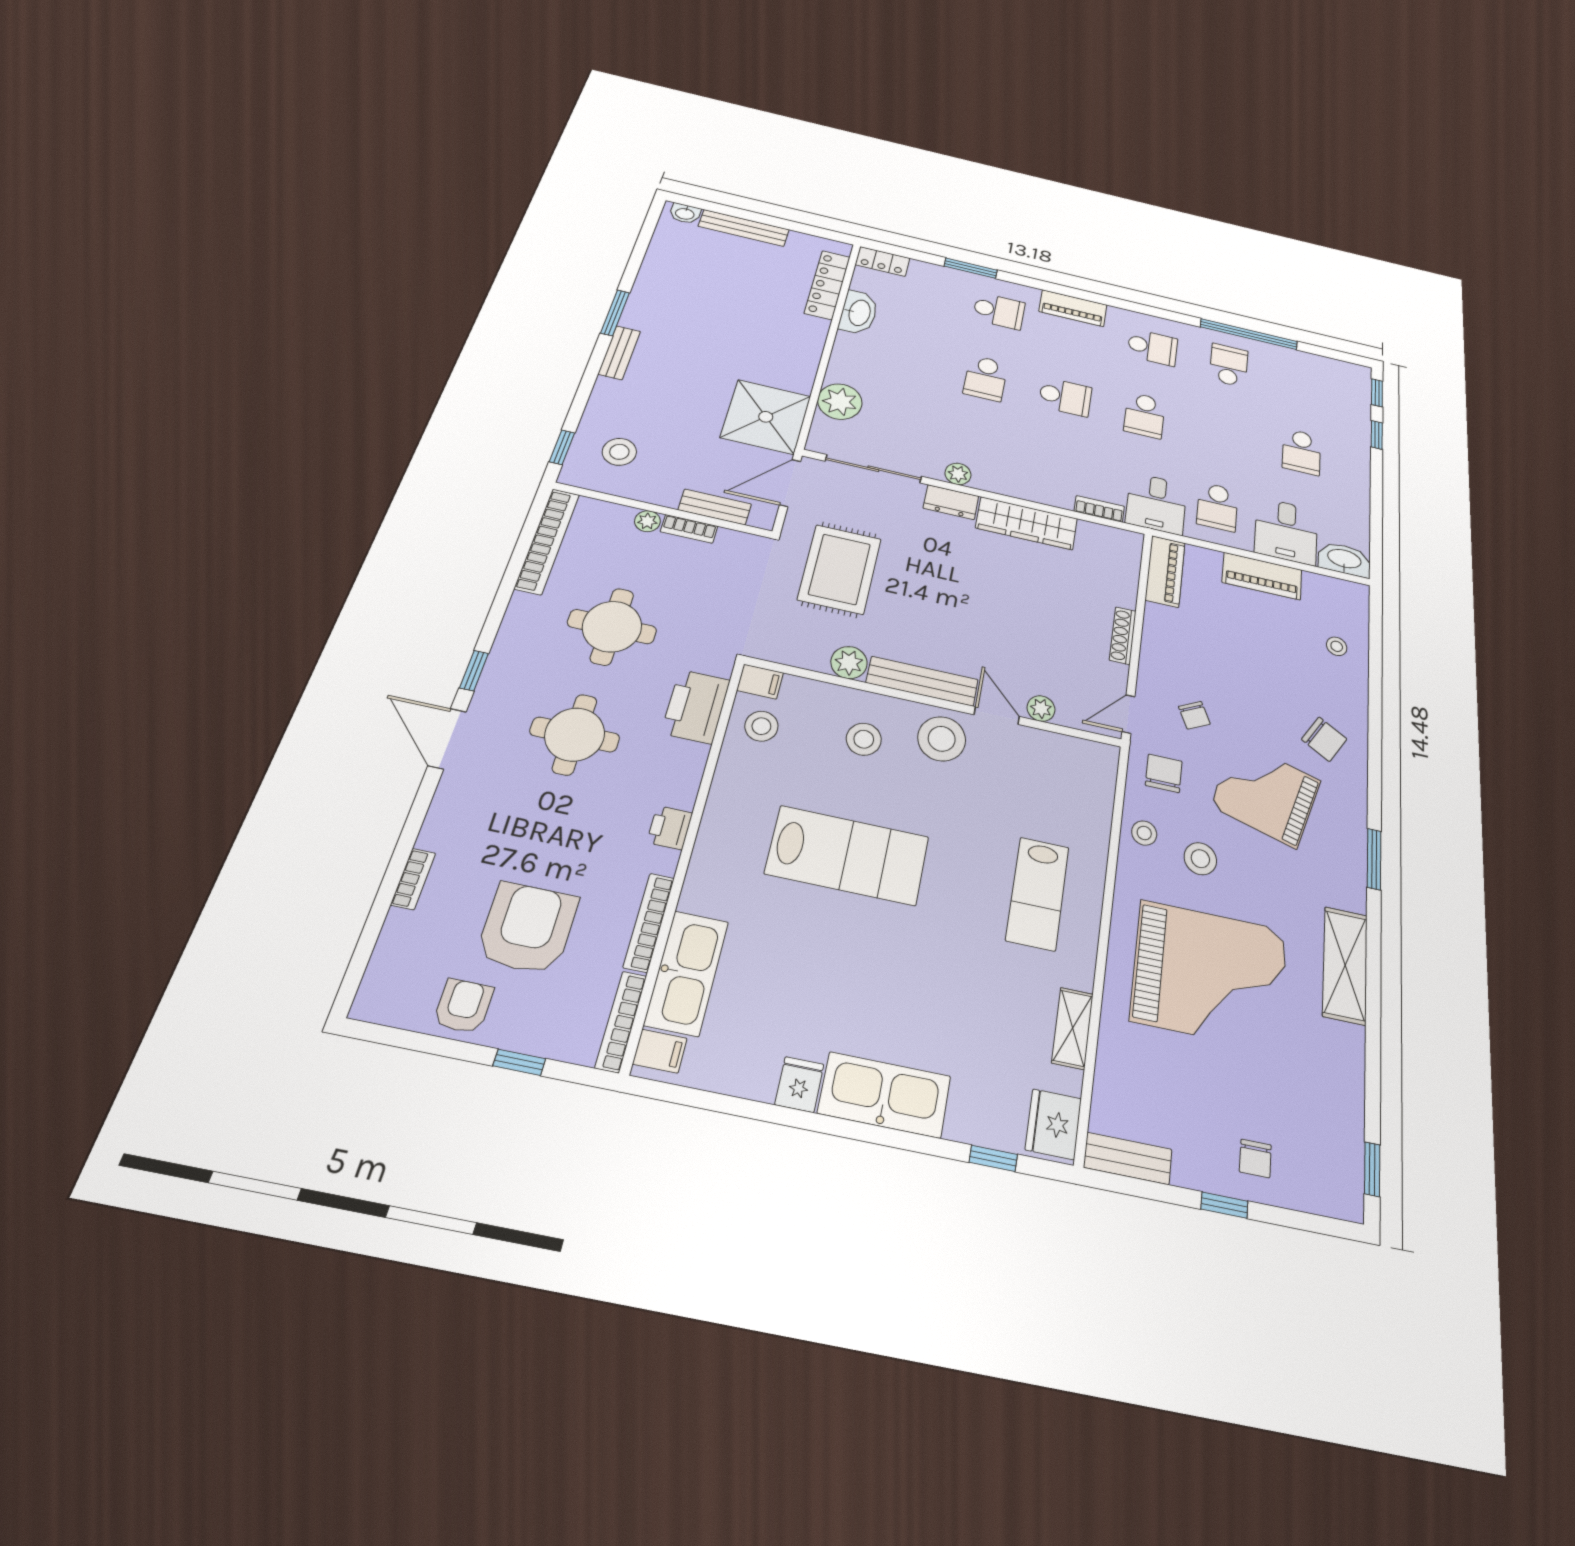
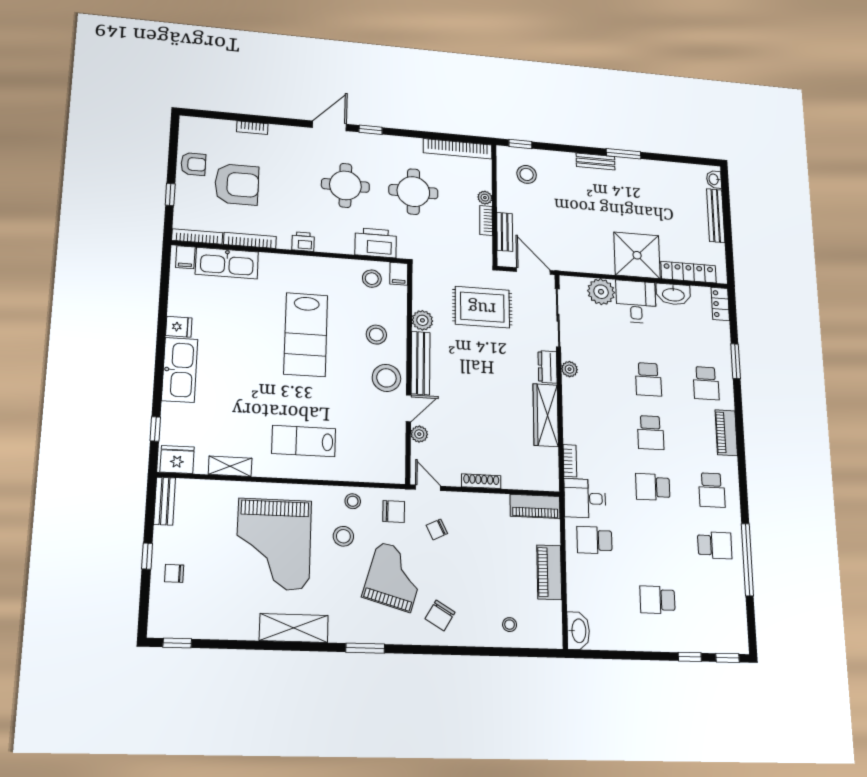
school desk: (986, 378) -> (648, 379), turned -90
shower: (766, 417) -> (637, 255), moved
desk: (1286, 531) -> (636, 302), moved, turned 90

